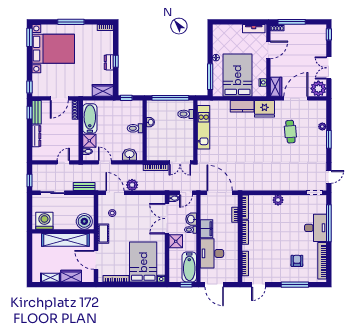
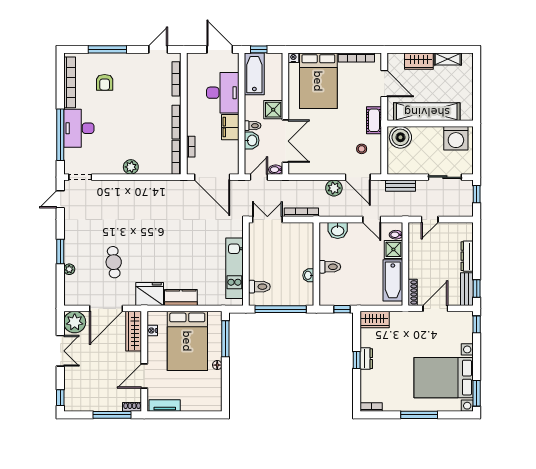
wardrobe: (276, 87) -> (134, 331), width x1.50

